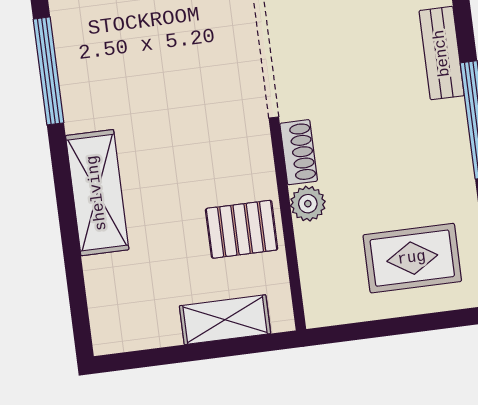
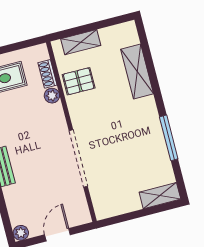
shoe rack: (299, 152) -> (47, 74), moved
shelving: (97, 193) -> (137, 71), moved

